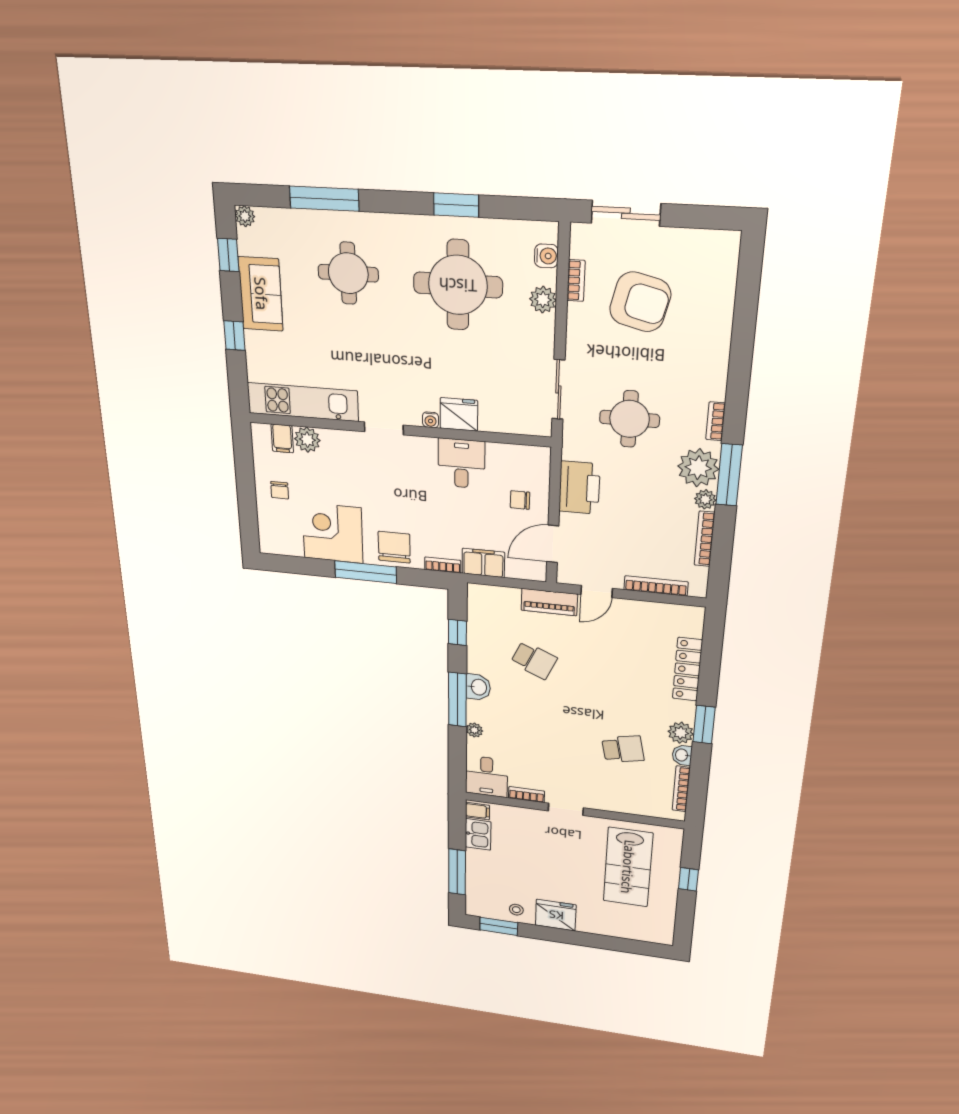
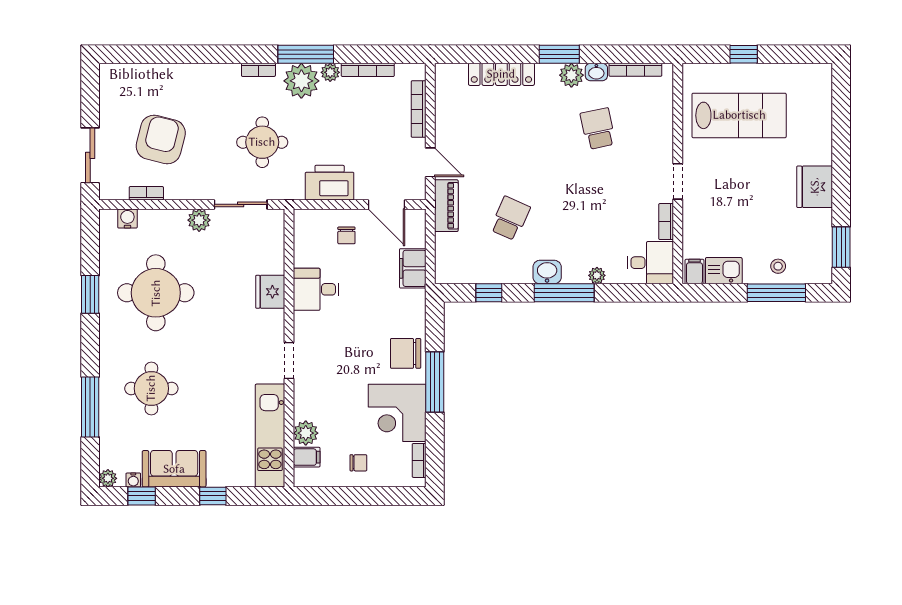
plant: (543, 300) -> (199, 220), moved
water cooler: (431, 420) -> (133, 480), moved, turned 90
bookcase: (443, 565) -> (419, 460), moved
stool: (516, 910) -> (778, 266), moved

